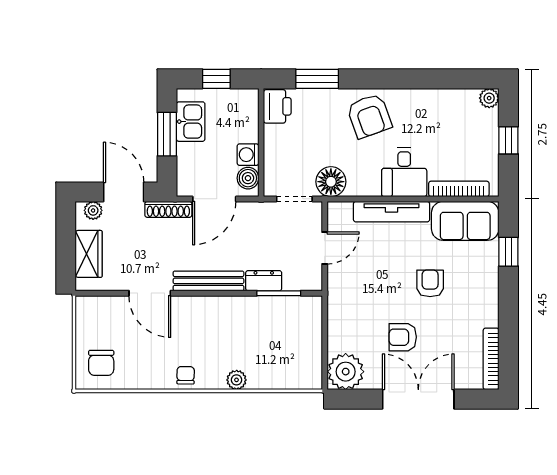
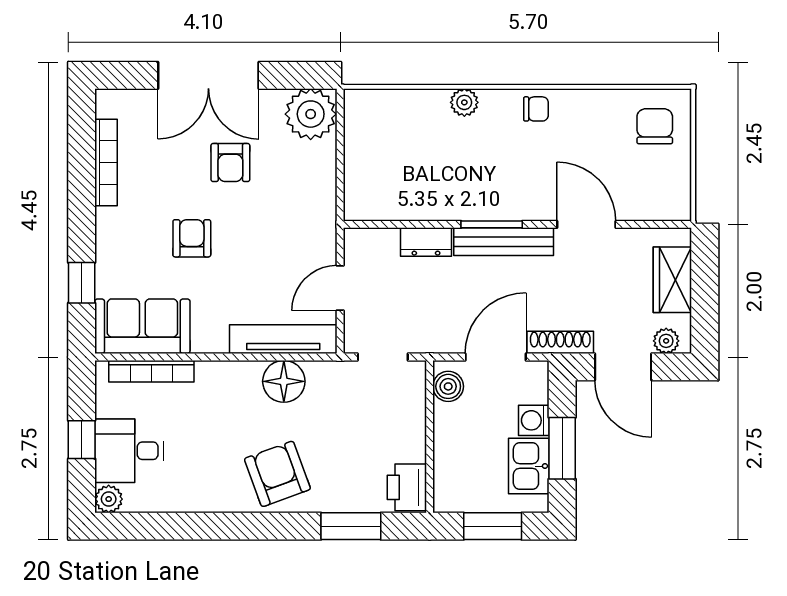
window: (216, 79) -> (493, 526), width x1.50
washing machine: (248, 155) -> (534, 420), moved, turned 180
desk: (404, 172) -> (129, 451), moved, turned -90
floor lamp: (331, 182) -> (284, 381), moved
tv unit: (392, 212) -> (283, 339), moved
armchair: (430, 283) -> (192, 238), turned 180
window: (279, 293) -> (492, 224), moved
armchair: (403, 337) -> (230, 163), turned 90
bookcase: (491, 359) -> (106, 162), moved
chair: (186, 375) -> (536, 109), turned -91

